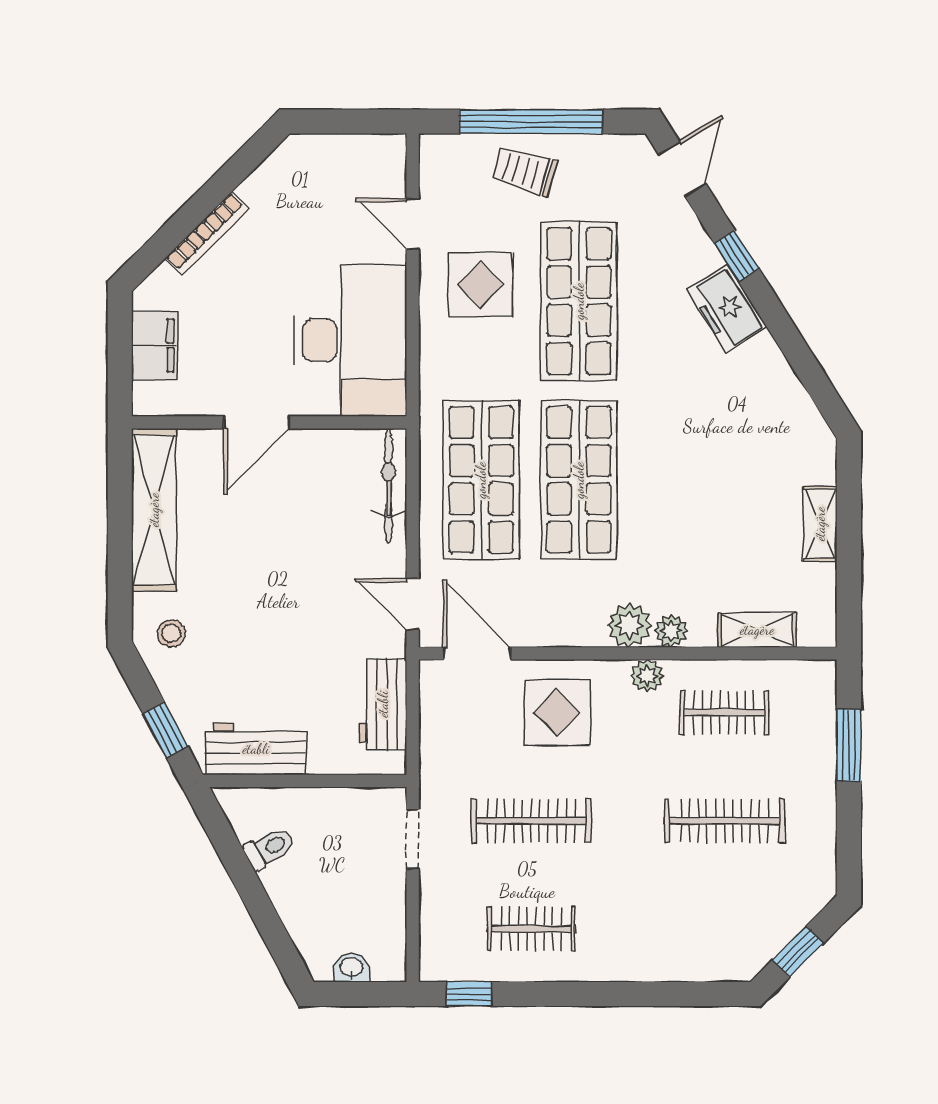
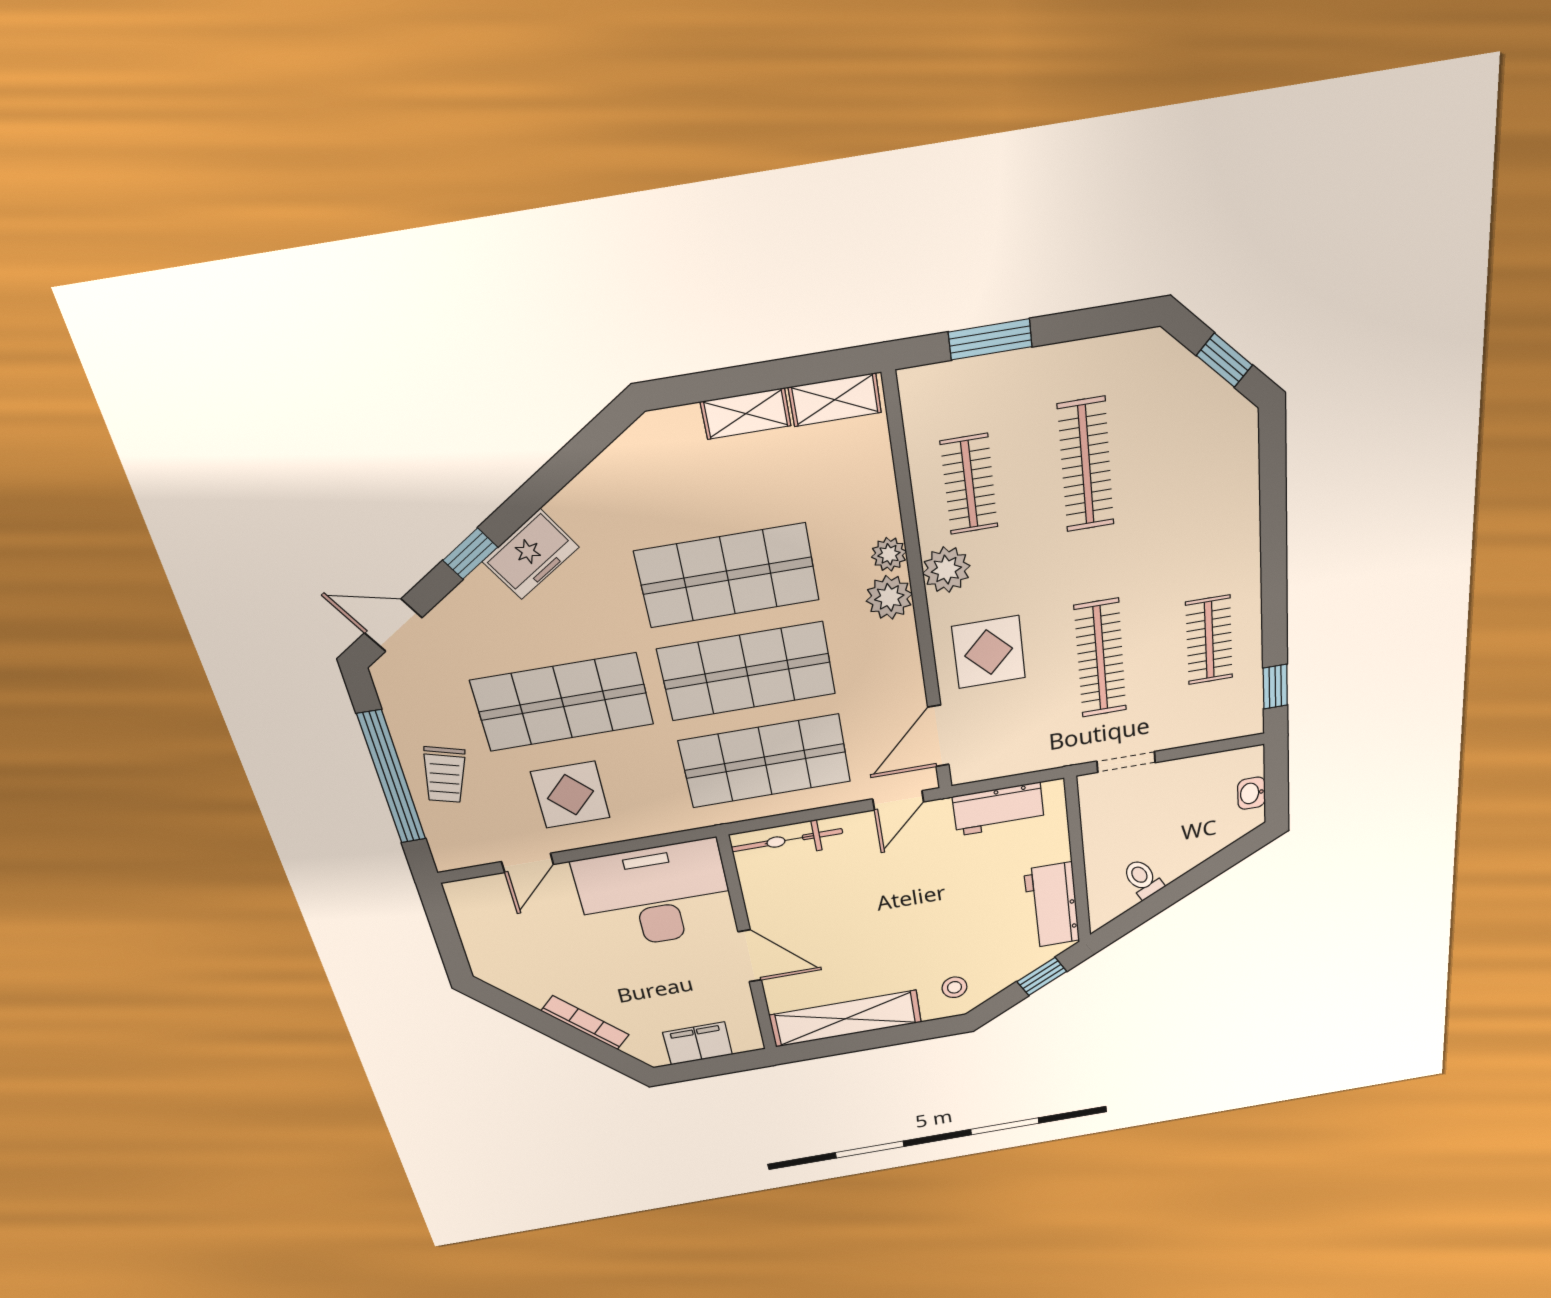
shop shelf: (677, 480) -> (727, 576), added
shelving: (757, 630) -> (835, 400), moved, turned 90
plant: (647, 676) -> (946, 570), width x1.38, depth x1.38

